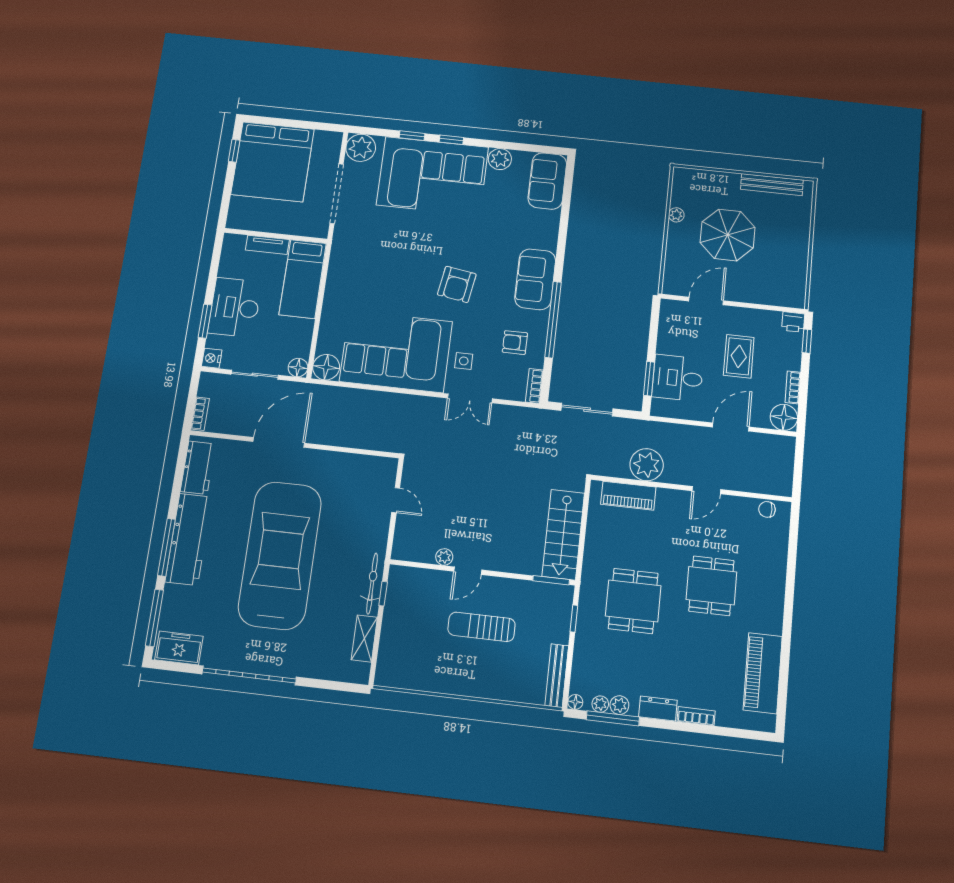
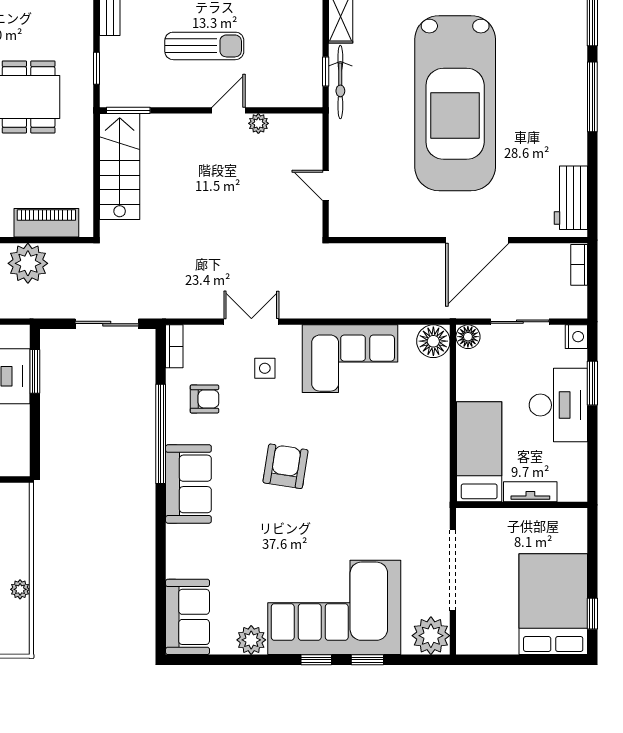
bed: (273, 162) -> (553, 604), width x0.73
corner sofa: (396, 352) -> (350, 359), width x0.73, depth x0.74
workbench: (189, 539) -> (568, 110), removed

